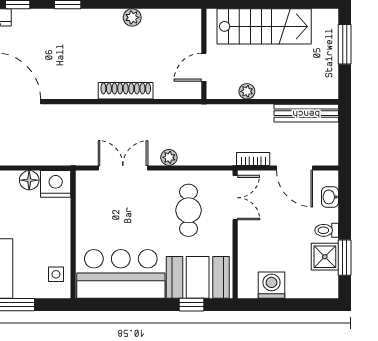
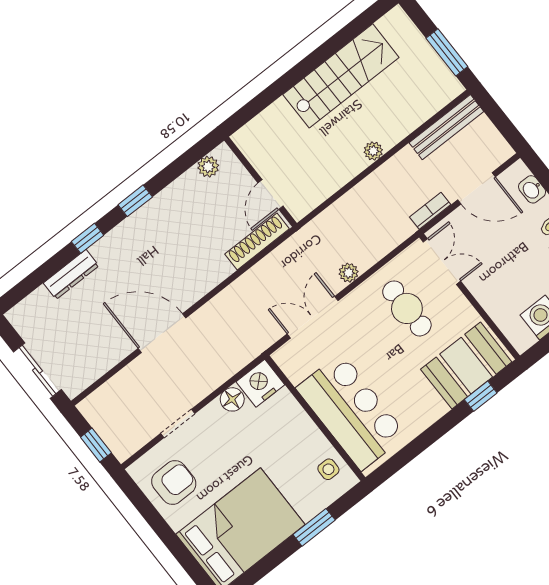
window: (345, 44) -> (447, 52), moved
wall: (204, 54) -> (260, 182), moved
door: (204, 67) -> (271, 195), moved
bar counter: (121, 274) -> (351, 412), moved, turned 90

